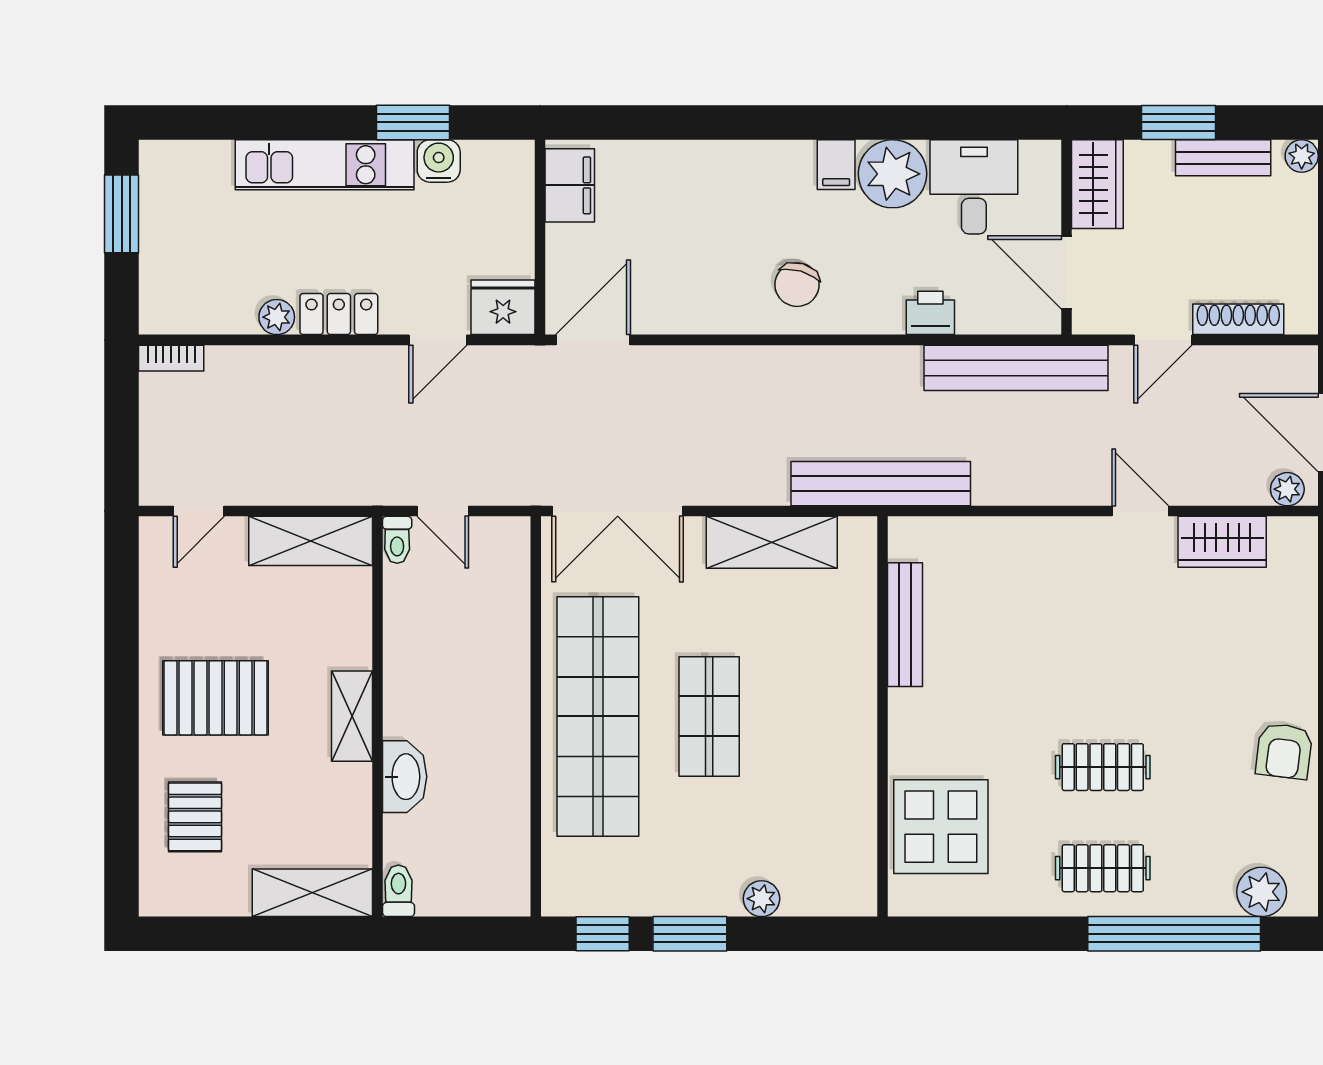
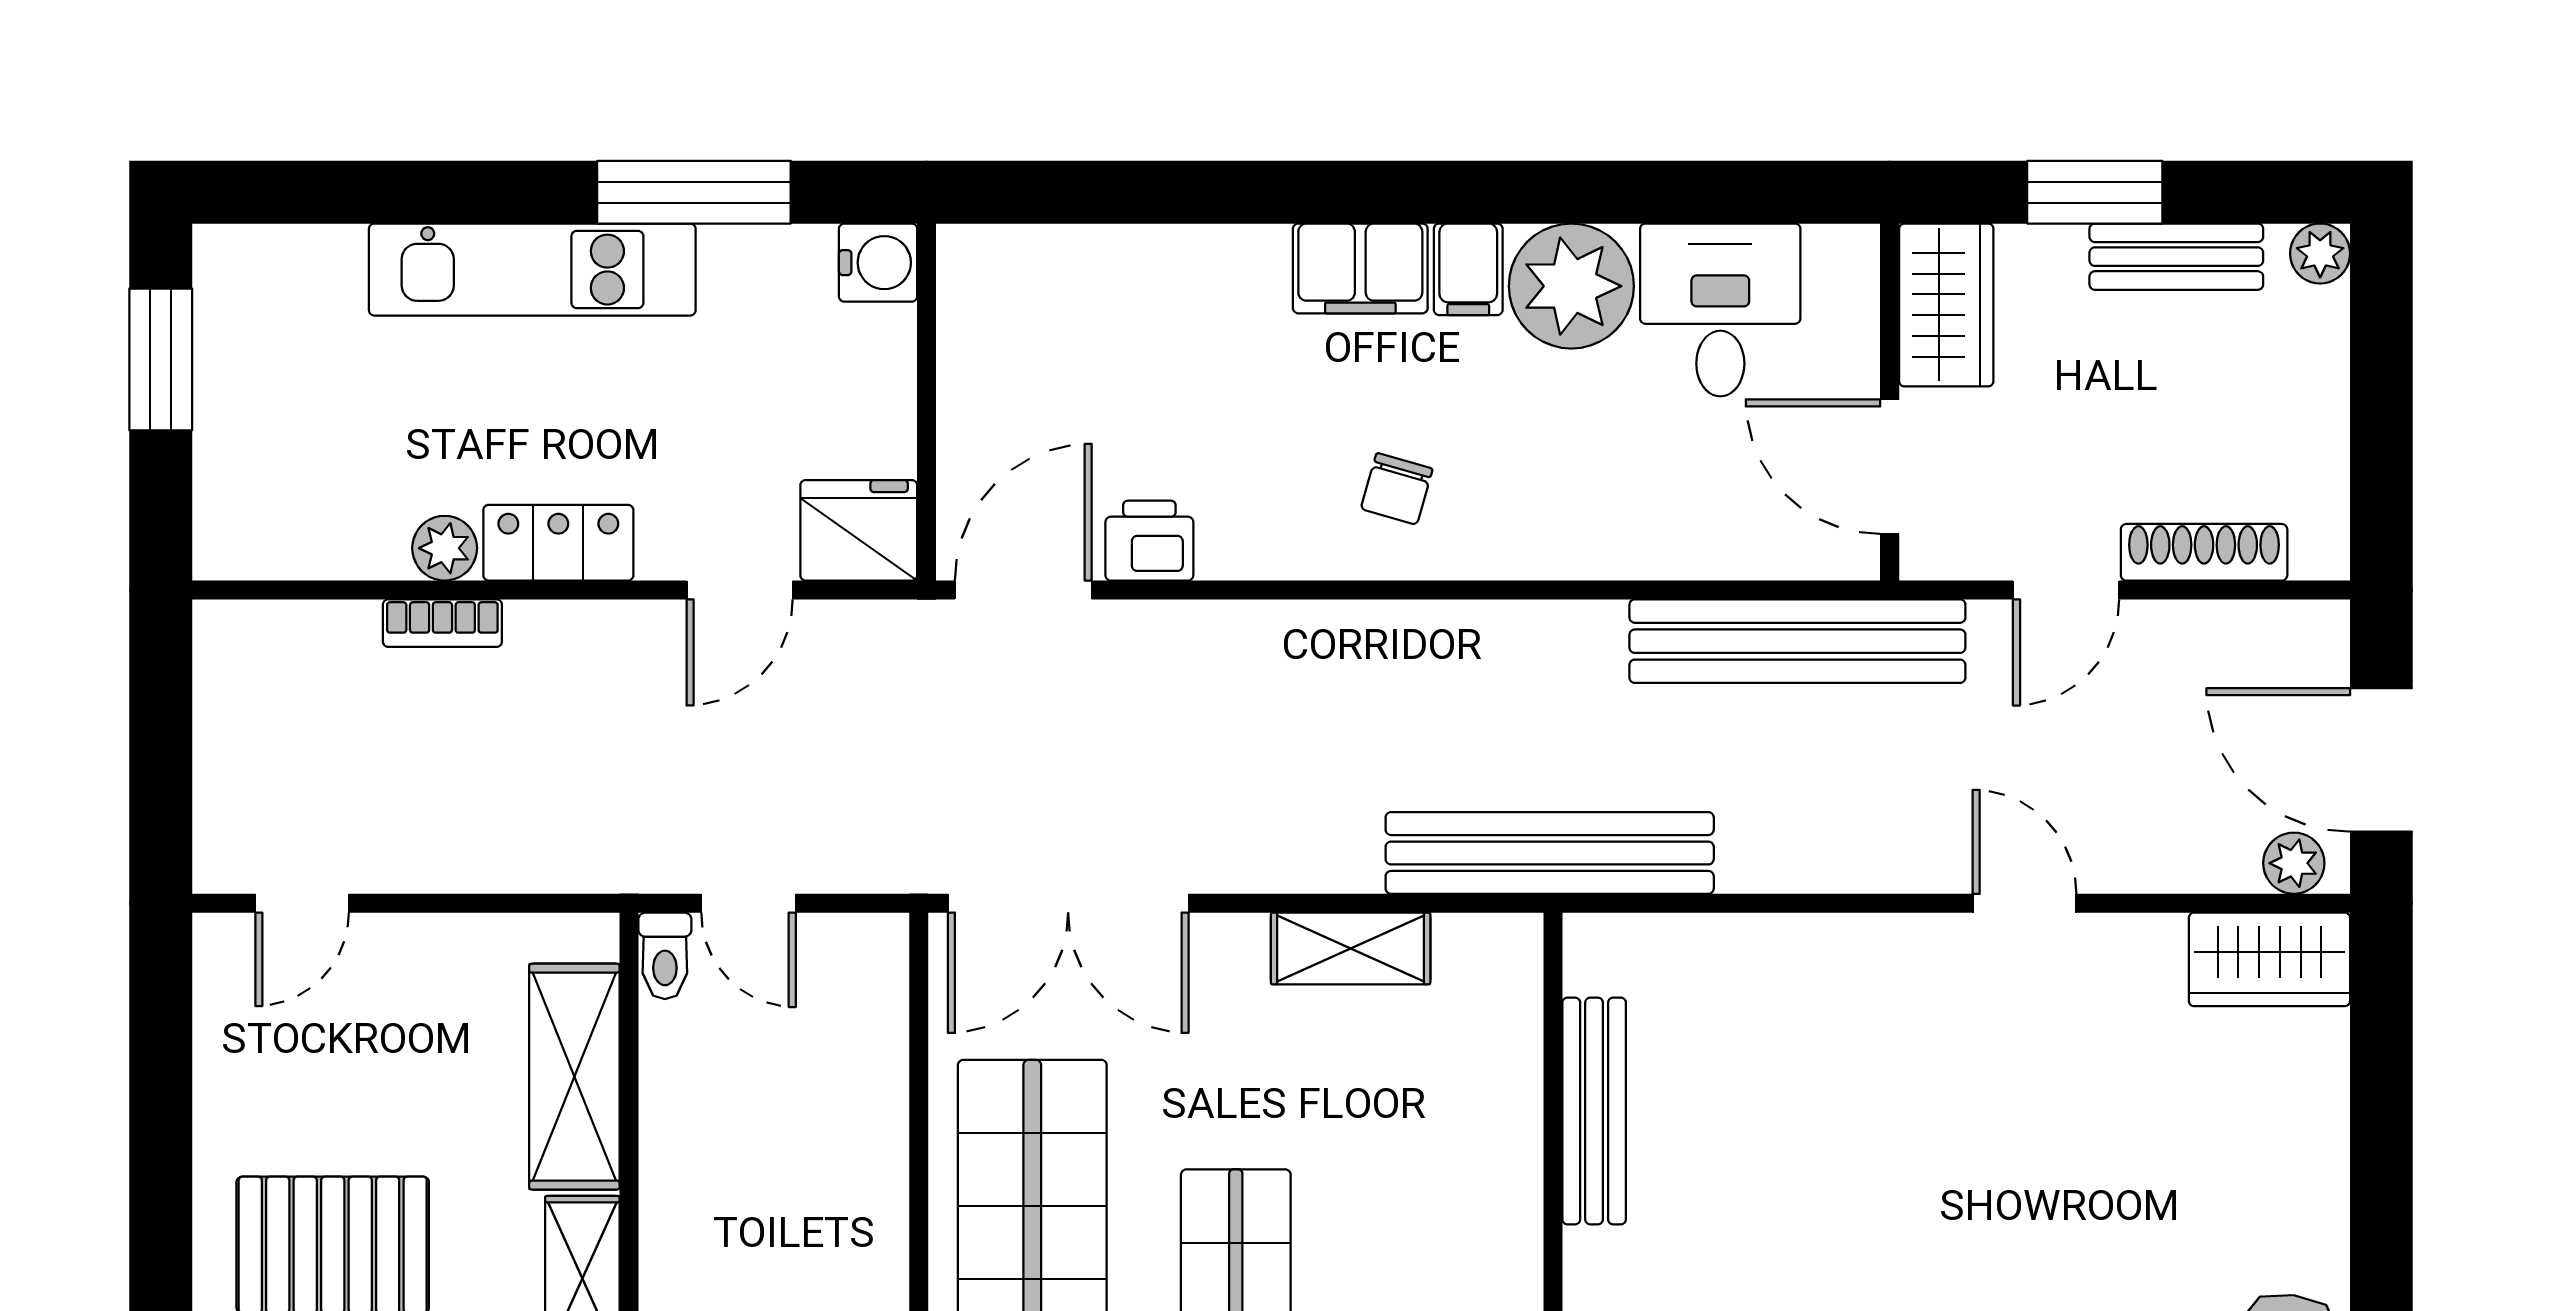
window: (413, 122) -> (694, 192), width x1.44
water cooler: (439, 161) -> (878, 263), moved, turned 90
filing cabinet: (570, 185) -> (1360, 268), moved, turned 90
chair: (797, 285) -> (1397, 489), width x0.73, depth x0.73
printer: (930, 313) -> (1149, 541), moved
bookcase: (171, 358) -> (442, 623), moved
shelving: (311, 541) -> (574, 1077), moved, turned 90
shelving: (772, 542) -> (1351, 948), width x0.67, depth x0.75
wardrobe: (1222, 542) -> (2269, 959), moved

